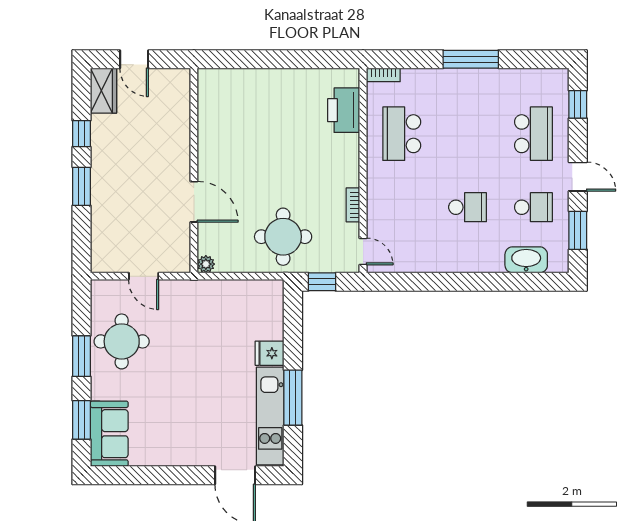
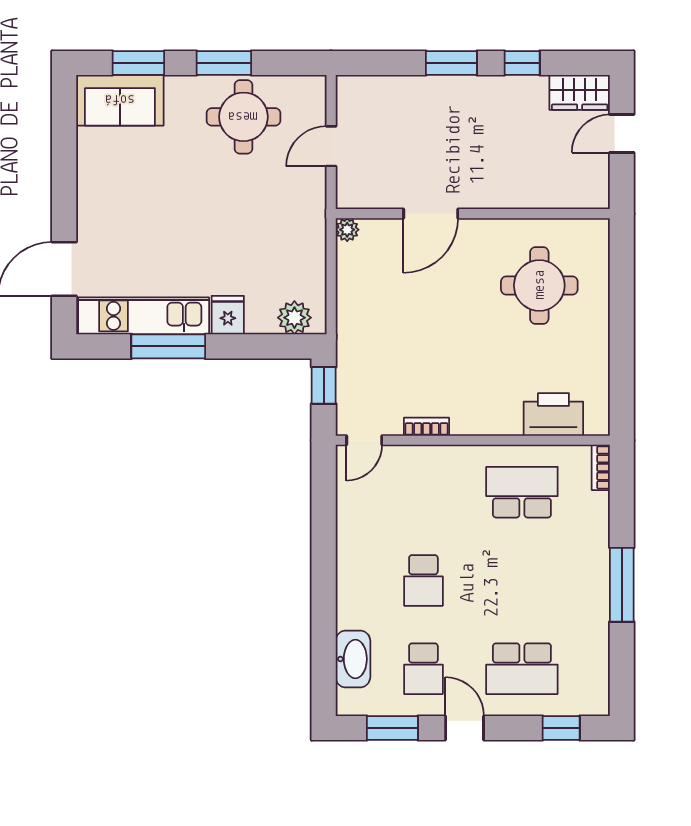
door: (578, 177) -> (464, 728), swing flipped
round table: (283, 237) -> (539, 285), moved
plant: (271, 303) -> (294, 318), added

